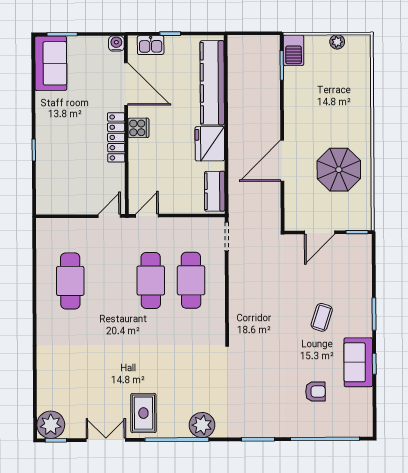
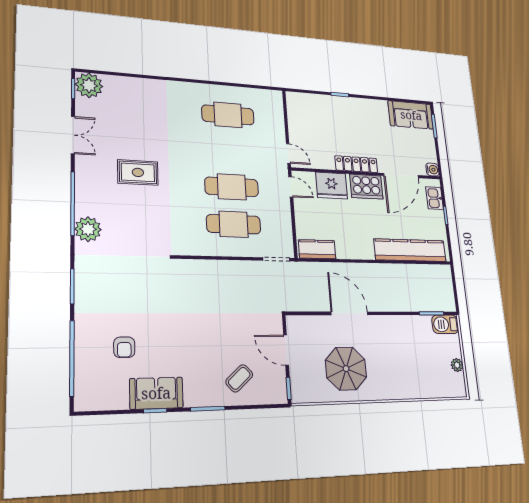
cooker: (138, 128) -> (366, 187), width x1.87, depth x1.31
fridge: (210, 144) -> (332, 186), moved, turned 180
coffee table: (322, 317) -> (239, 378), moved, turned -60
rug: (143, 413) -> (138, 172), moved

